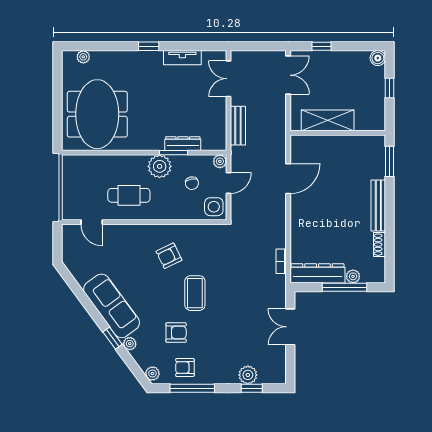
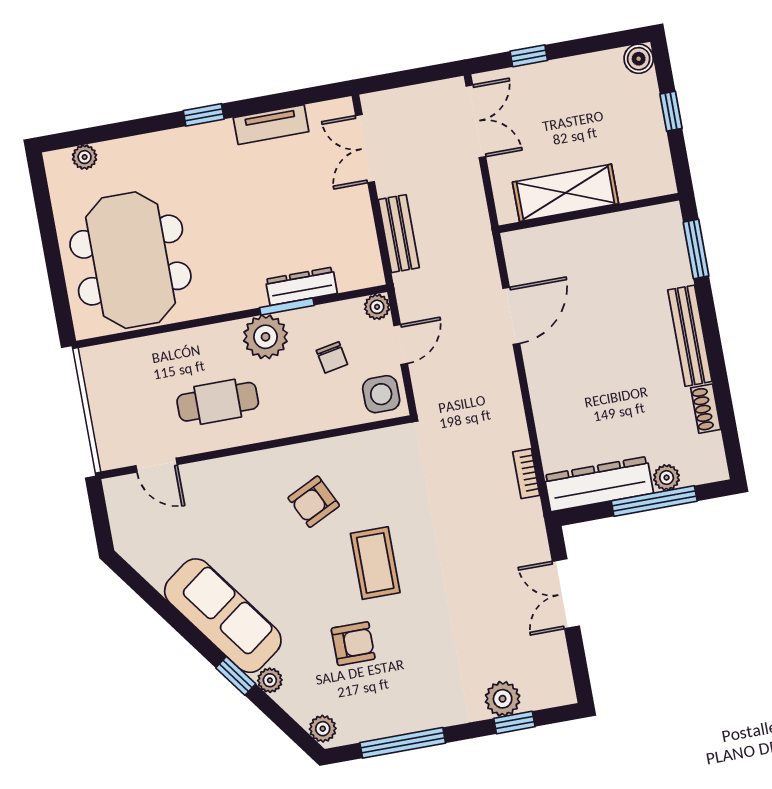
armchair: (185, 367) -> (382, 706), removed

